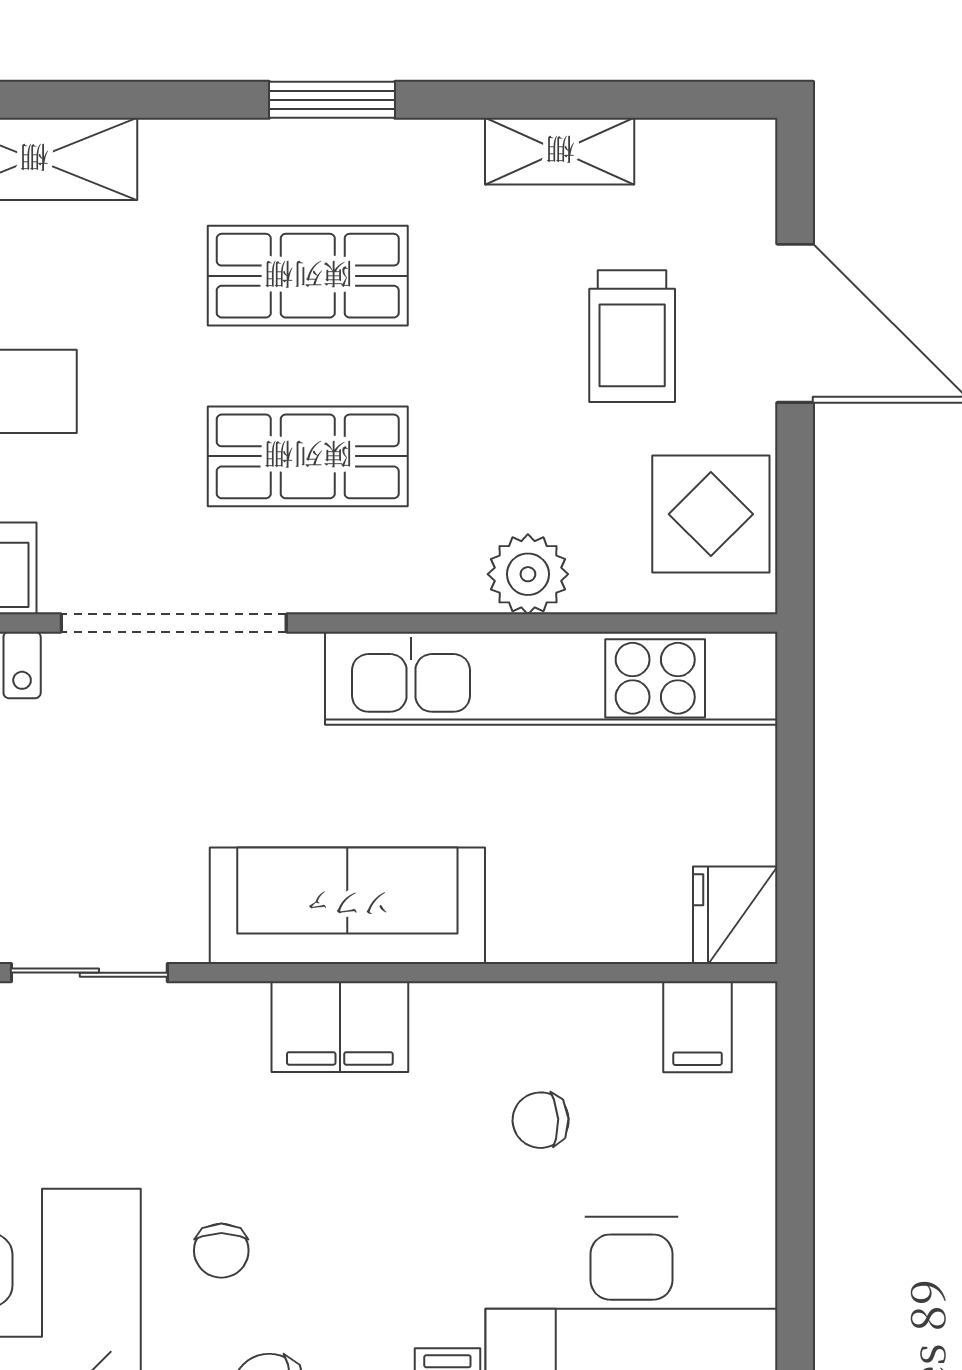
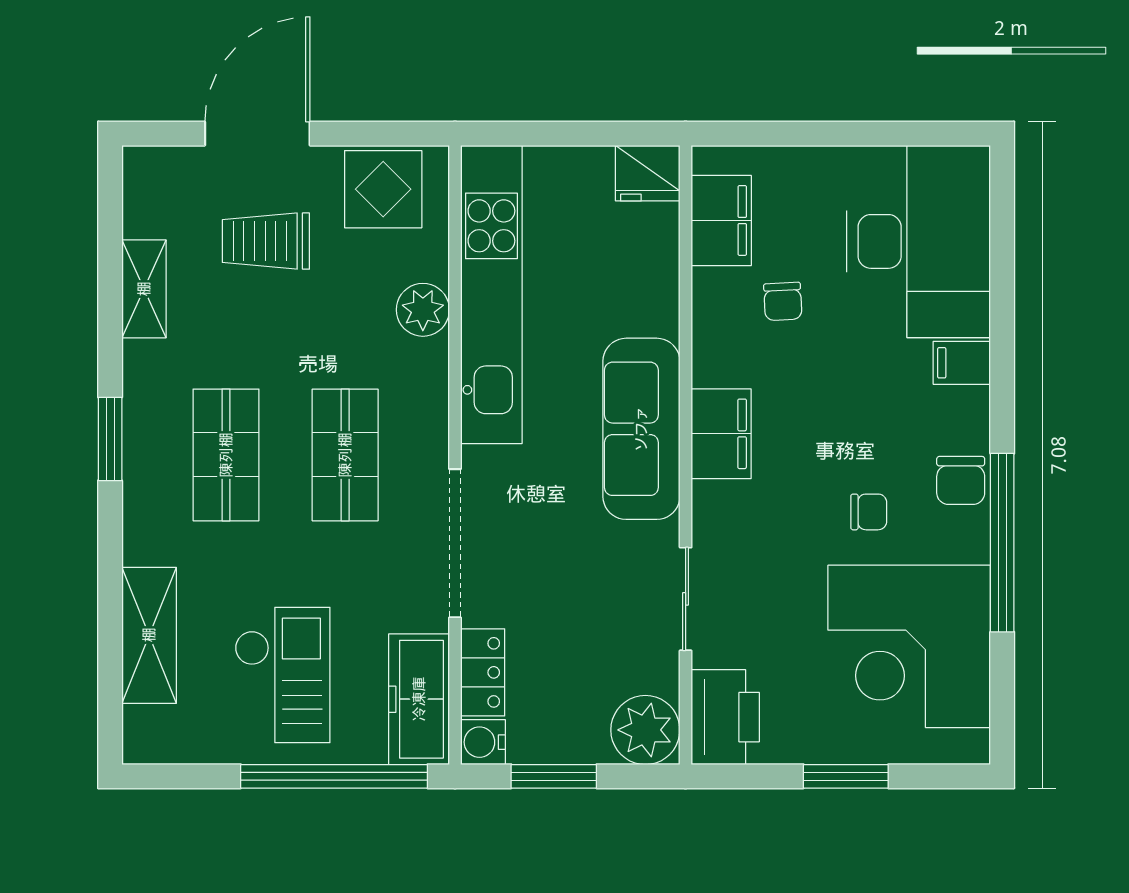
trolley: (632, 336) -> (266, 241), turned 180
filing cabinet: (698, 1027) -> (721, 220), width x2.00

